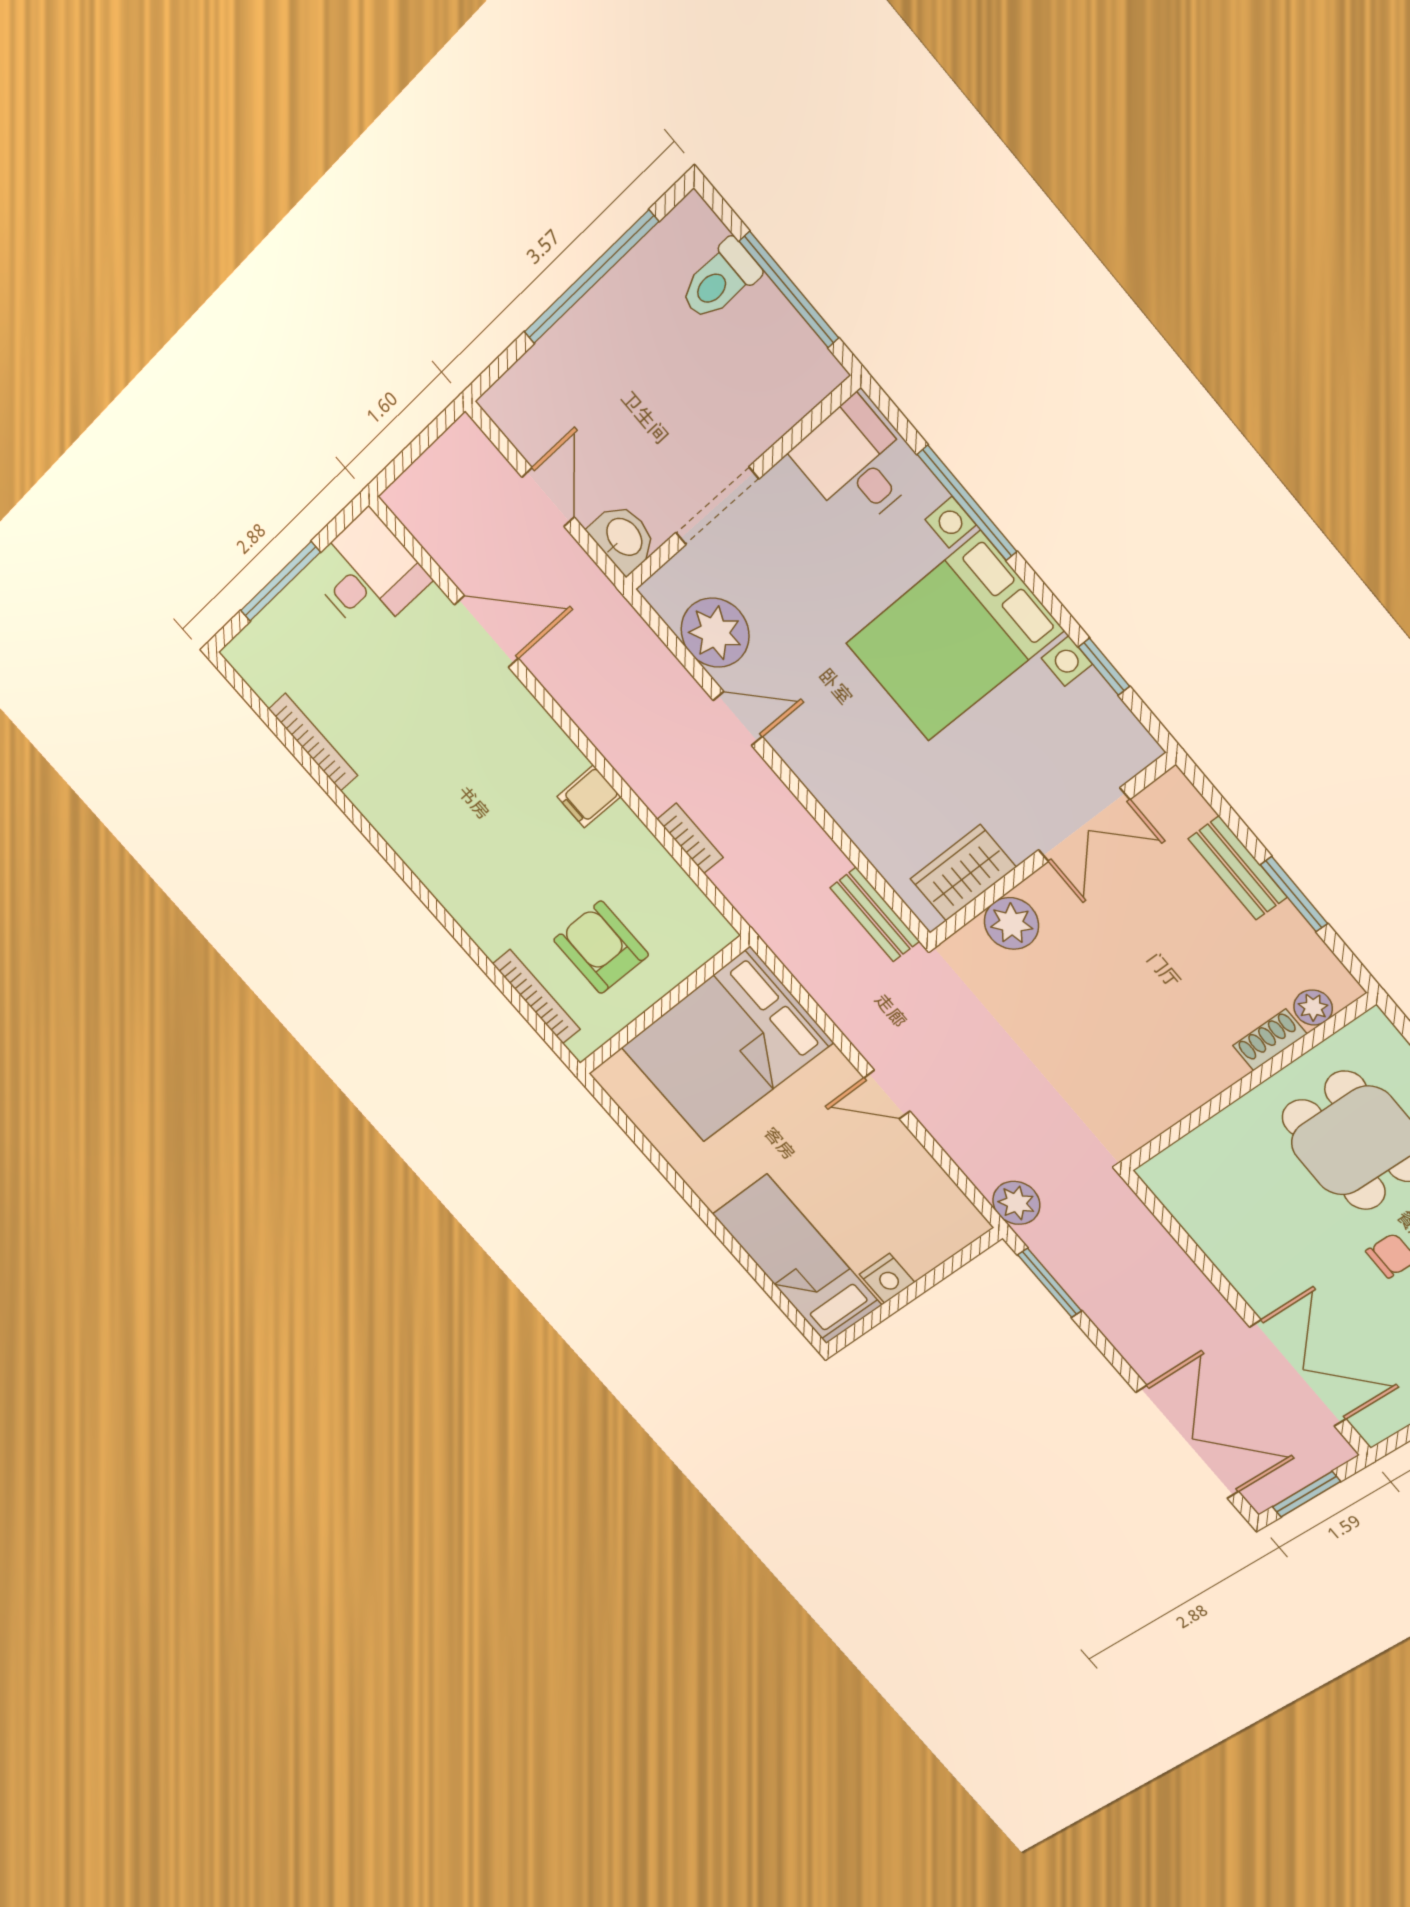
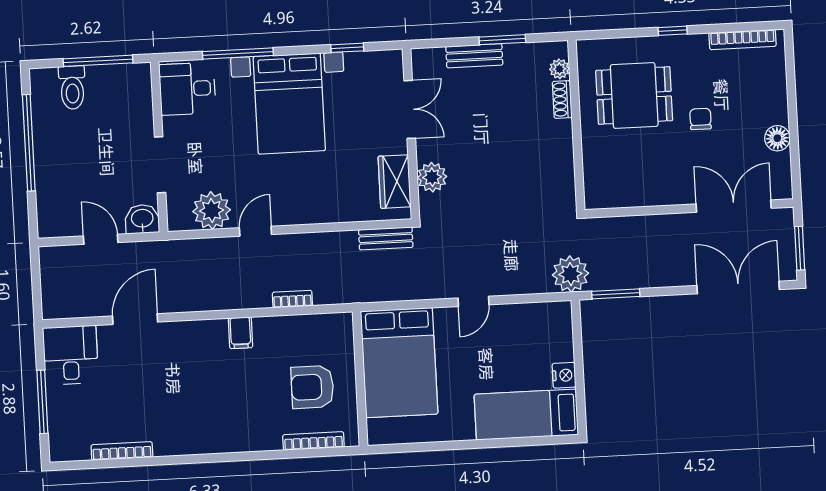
plant: (1016, 1203) -> (570, 274), width x1.36, depth x1.36

